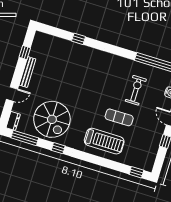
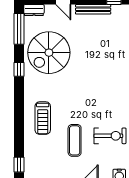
exercise mat: (119, 117) -> (75, 140), moved
treadmill: (104, 141) -> (43, 118), width x0.73, depth x0.73

